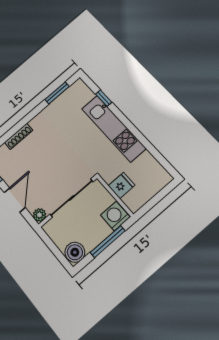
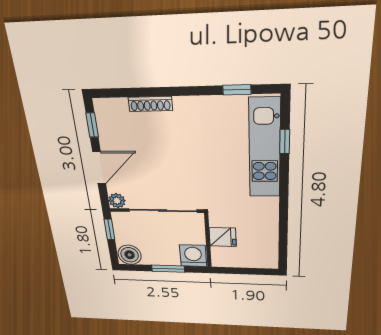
window: (57, 93) -> (237, 90), width x0.67
kitchen unit: (113, 128) -> (265, 149), moved
window: (49, 242) -> (109, 229), added
window: (108, 242) -> (168, 269), width x0.69

